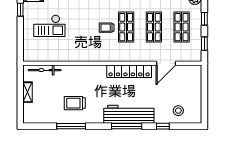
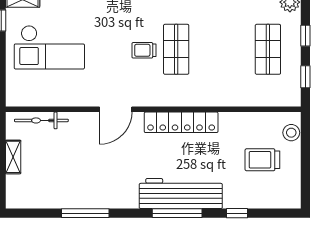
checkout: (49, 26) -> (49, 47), width x1.36, depth x1.21
shop shelf: (154, 27) -> (222, 49), removed
door: (166, 63) -> (116, 109), moved
trolley: (75, 103) -> (262, 160), moved
stool: (178, 111) -> (291, 133), moved

